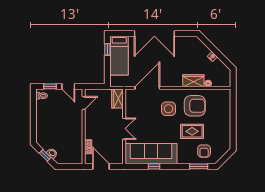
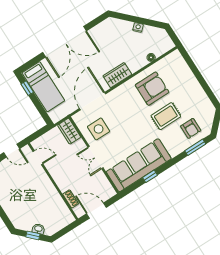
wardrobe: (193, 81) -> (117, 75), moved
door: (84, 103) -> (38, 158), hinge flipped
side table: (169, 109) -> (99, 129), moved
double door: (124, 129) -> (95, 157), swing flipped

